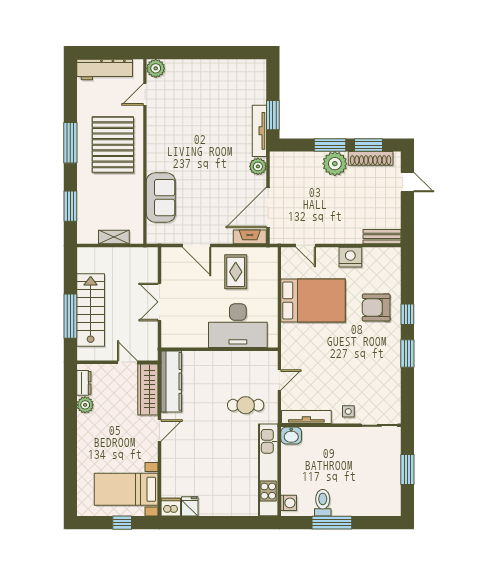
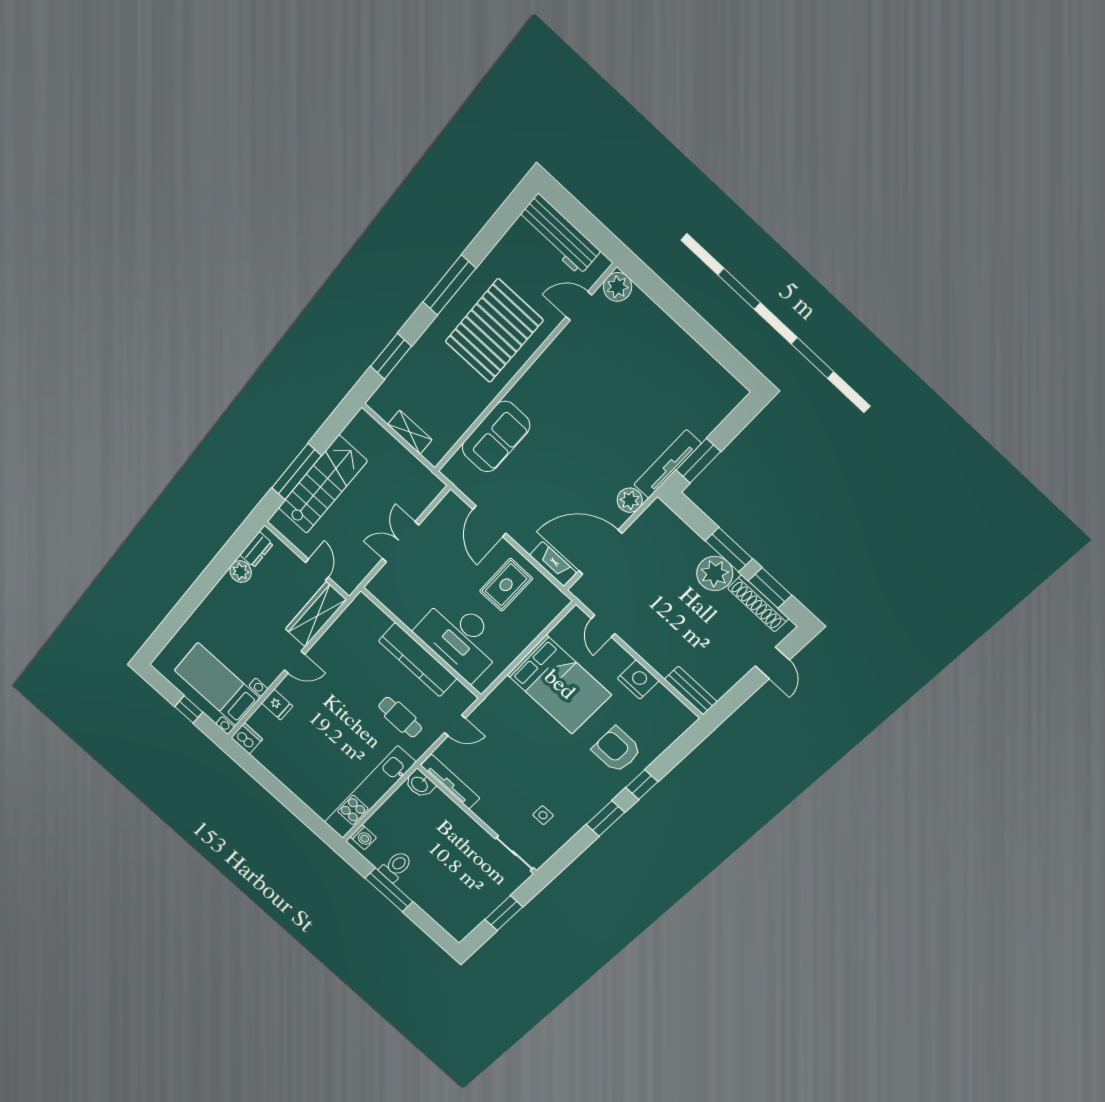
kitchen counter: (171, 381) -> (418, 660), moved, turned 90
side table: (348, 411) -> (543, 815), moved
fridge: (190, 506) -> (277, 705), moved, turned 90

